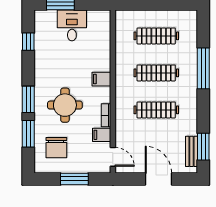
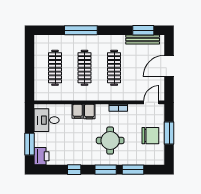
printer: (45, 19) -> (42, 156), added
desk: (72, 25) -> (47, 120), moved
window: (28, 42) -> (74, 170), moved
filing cabinet: (102, 135) -> (78, 111), moved
chair: (56, 148) -> (150, 136), moved
bench: (192, 151) -> (143, 40), width x1.36

